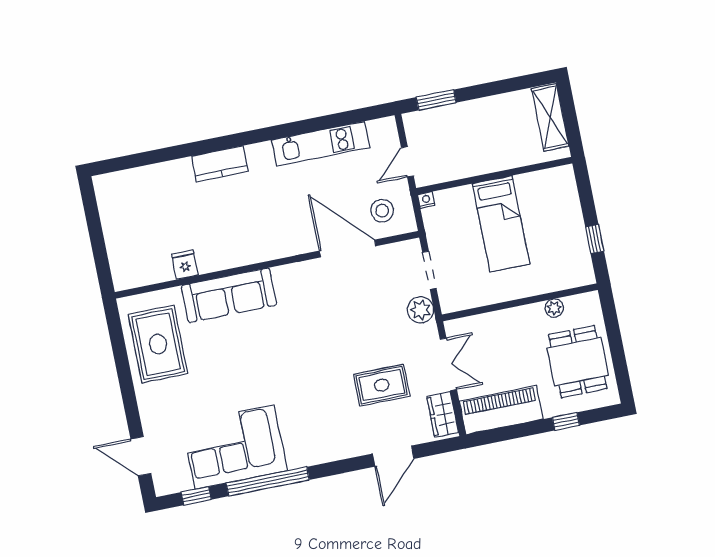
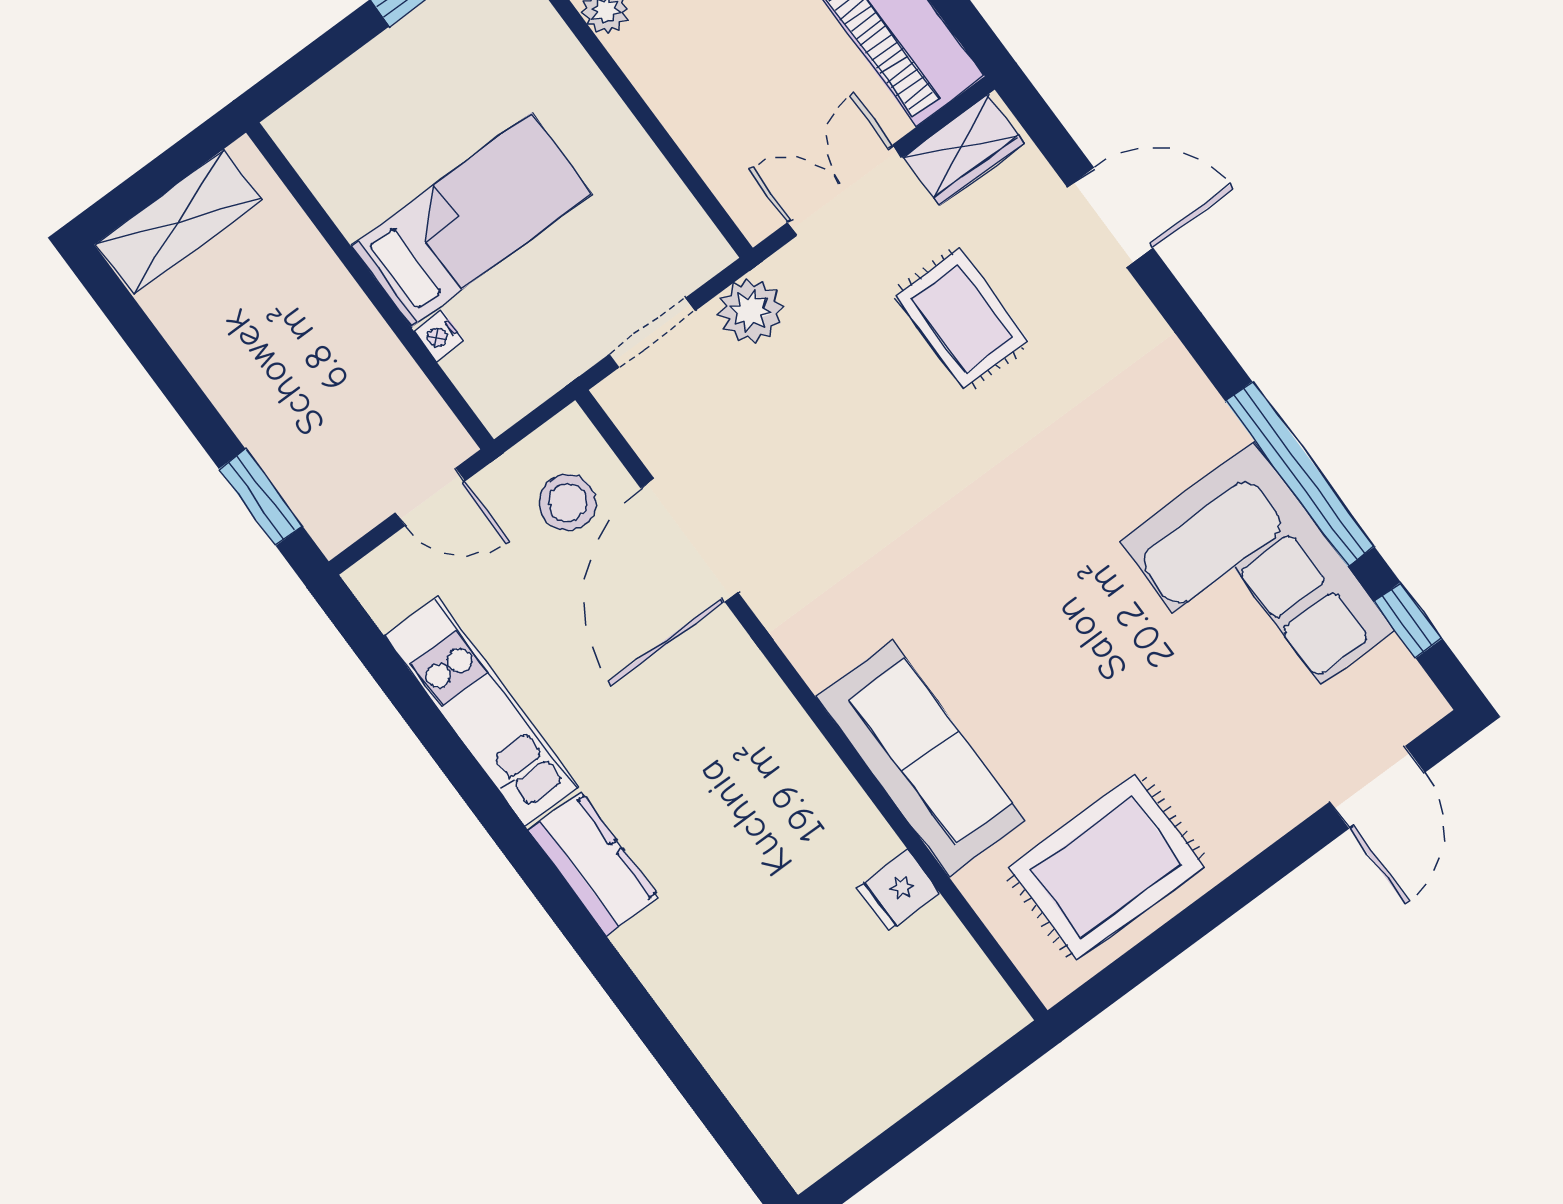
kitchen counter: (220, 164) -> (593, 864), moved
nightstand: (426, 200) -> (439, 335), moved

